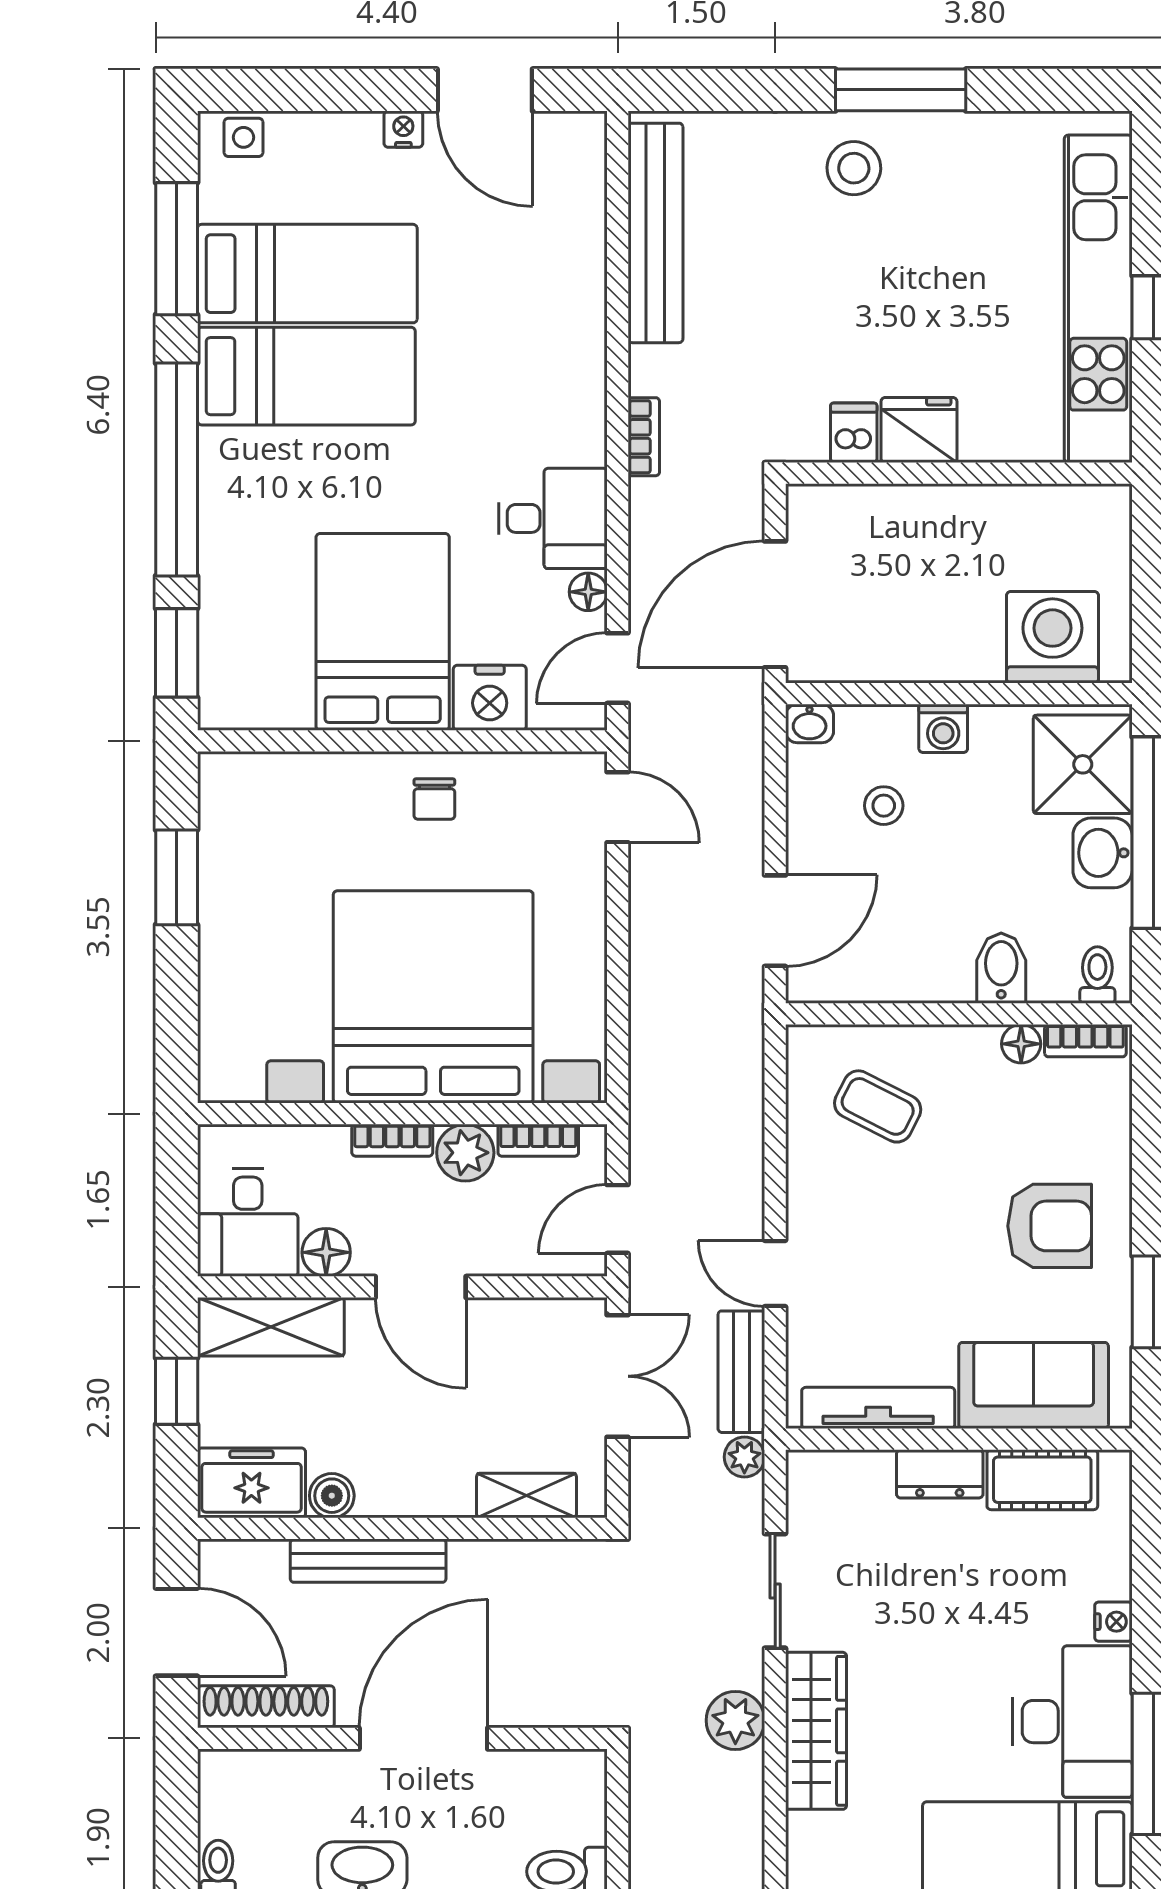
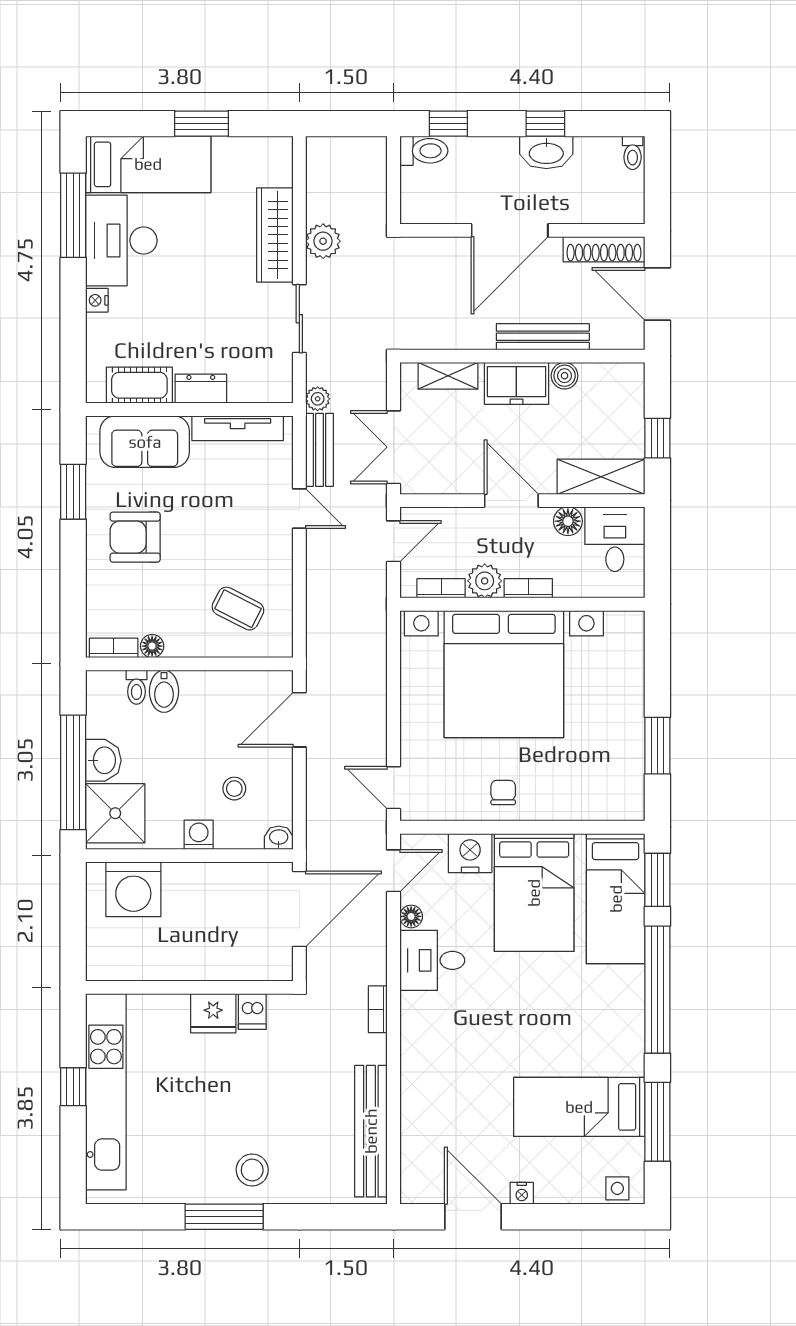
bed: (306, 376) -> (616, 899), moved, turned -90
toilet: (1097, 975) -> (136, 687), moved
freezer: (251, 1483) -> (516, 383), moved

